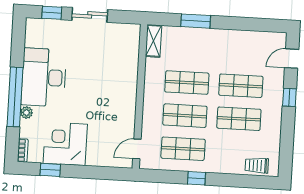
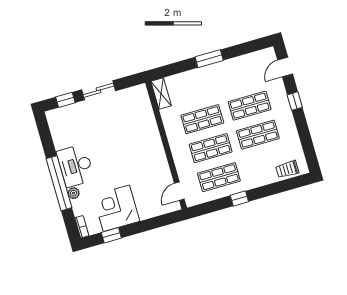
window: (196, 21) -> (209, 59), moved
desk: (44, 77) -> (75, 166), width x0.73, depth x0.77

